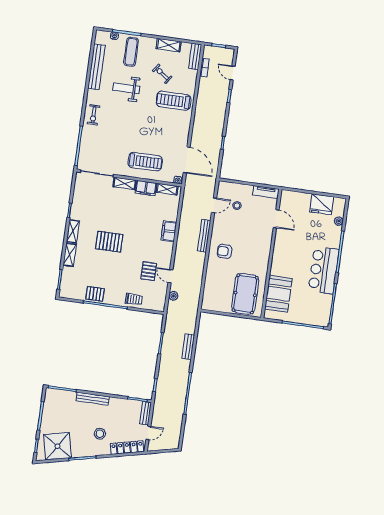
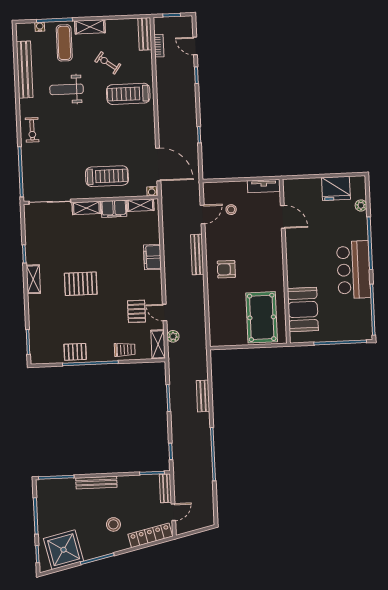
shelving: (169, 45) -> (90, 27), moved
shelving: (70, 255) -> (158, 344), moved

